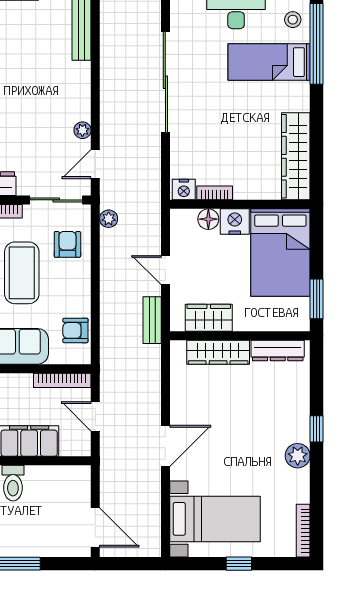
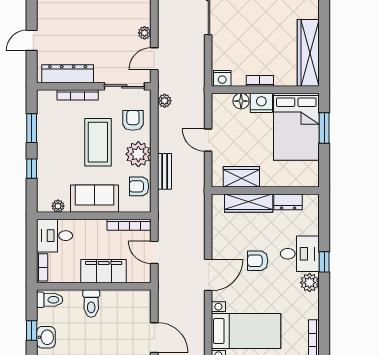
bookcase: (215, 193) -> (260, 81), moved
plant: (74, 288) -> (138, 154), added
window: (317, 299) -> (324, 128), moved
bench: (152, 320) -> (165, 171), moved
dresser: (278, 351) -> (288, 202), width x0.70
desk: (285, 418) -> (300, 254), added
armchair: (230, 427) -> (258, 261), added

